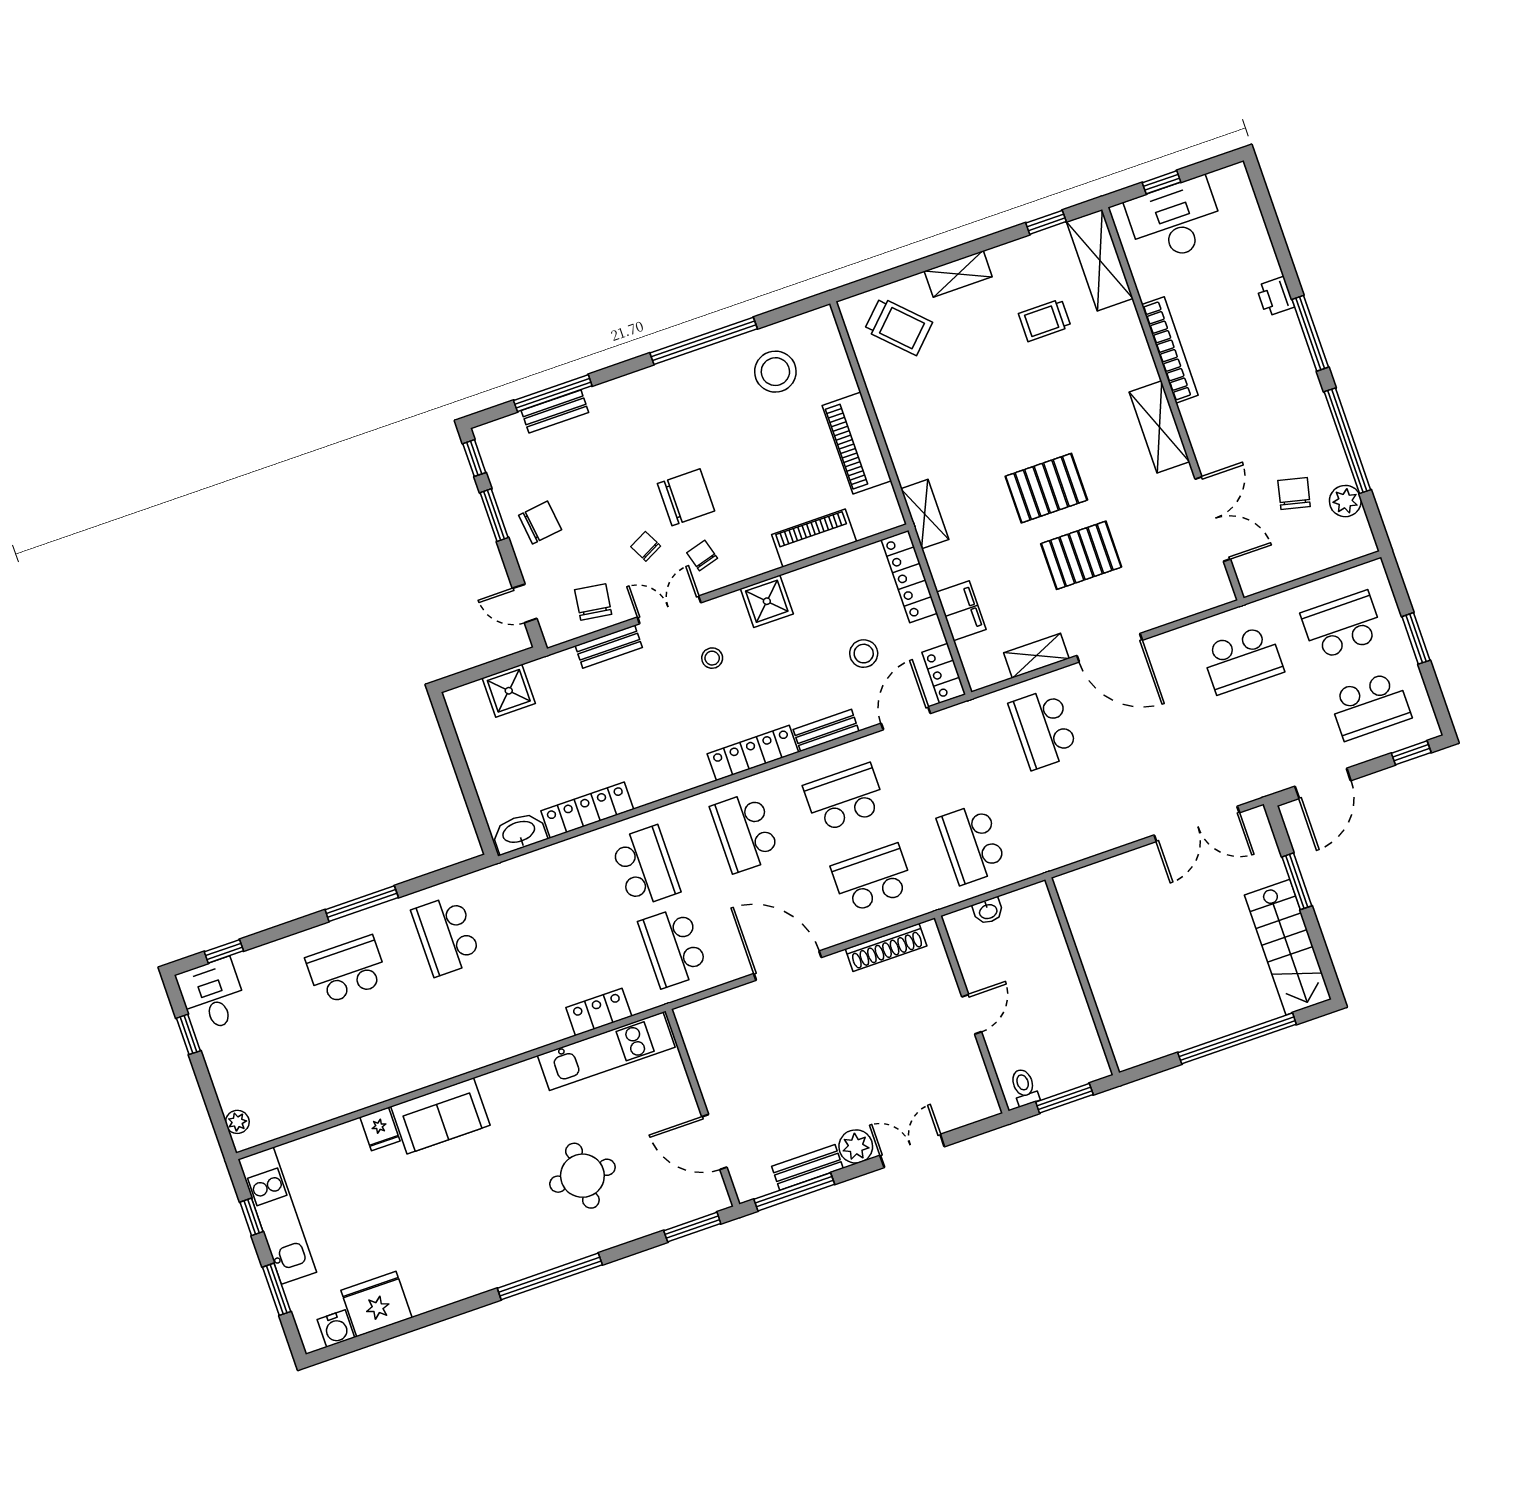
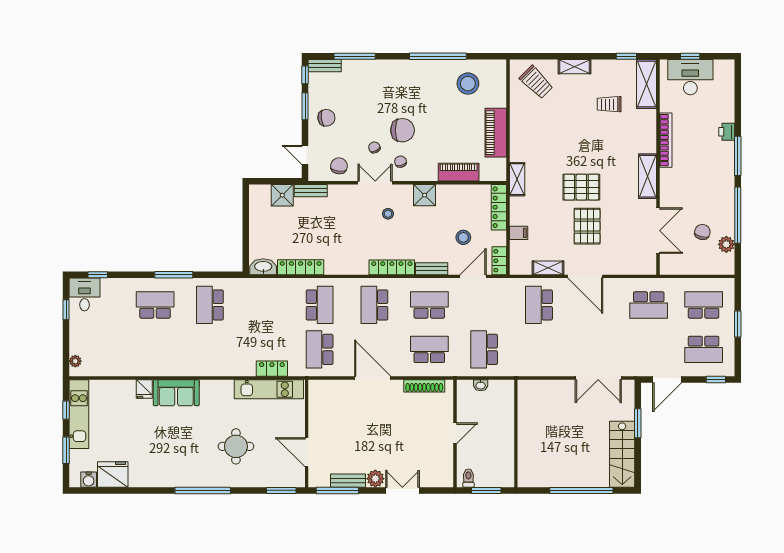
bench: (555, 411) -> (325, 66), moved
pallet: (1081, 555) -> (587, 226), turned 90
filing cabinet: (961, 611) -> (519, 233), width x0.50
bench: (609, 647) -> (311, 191), moved

